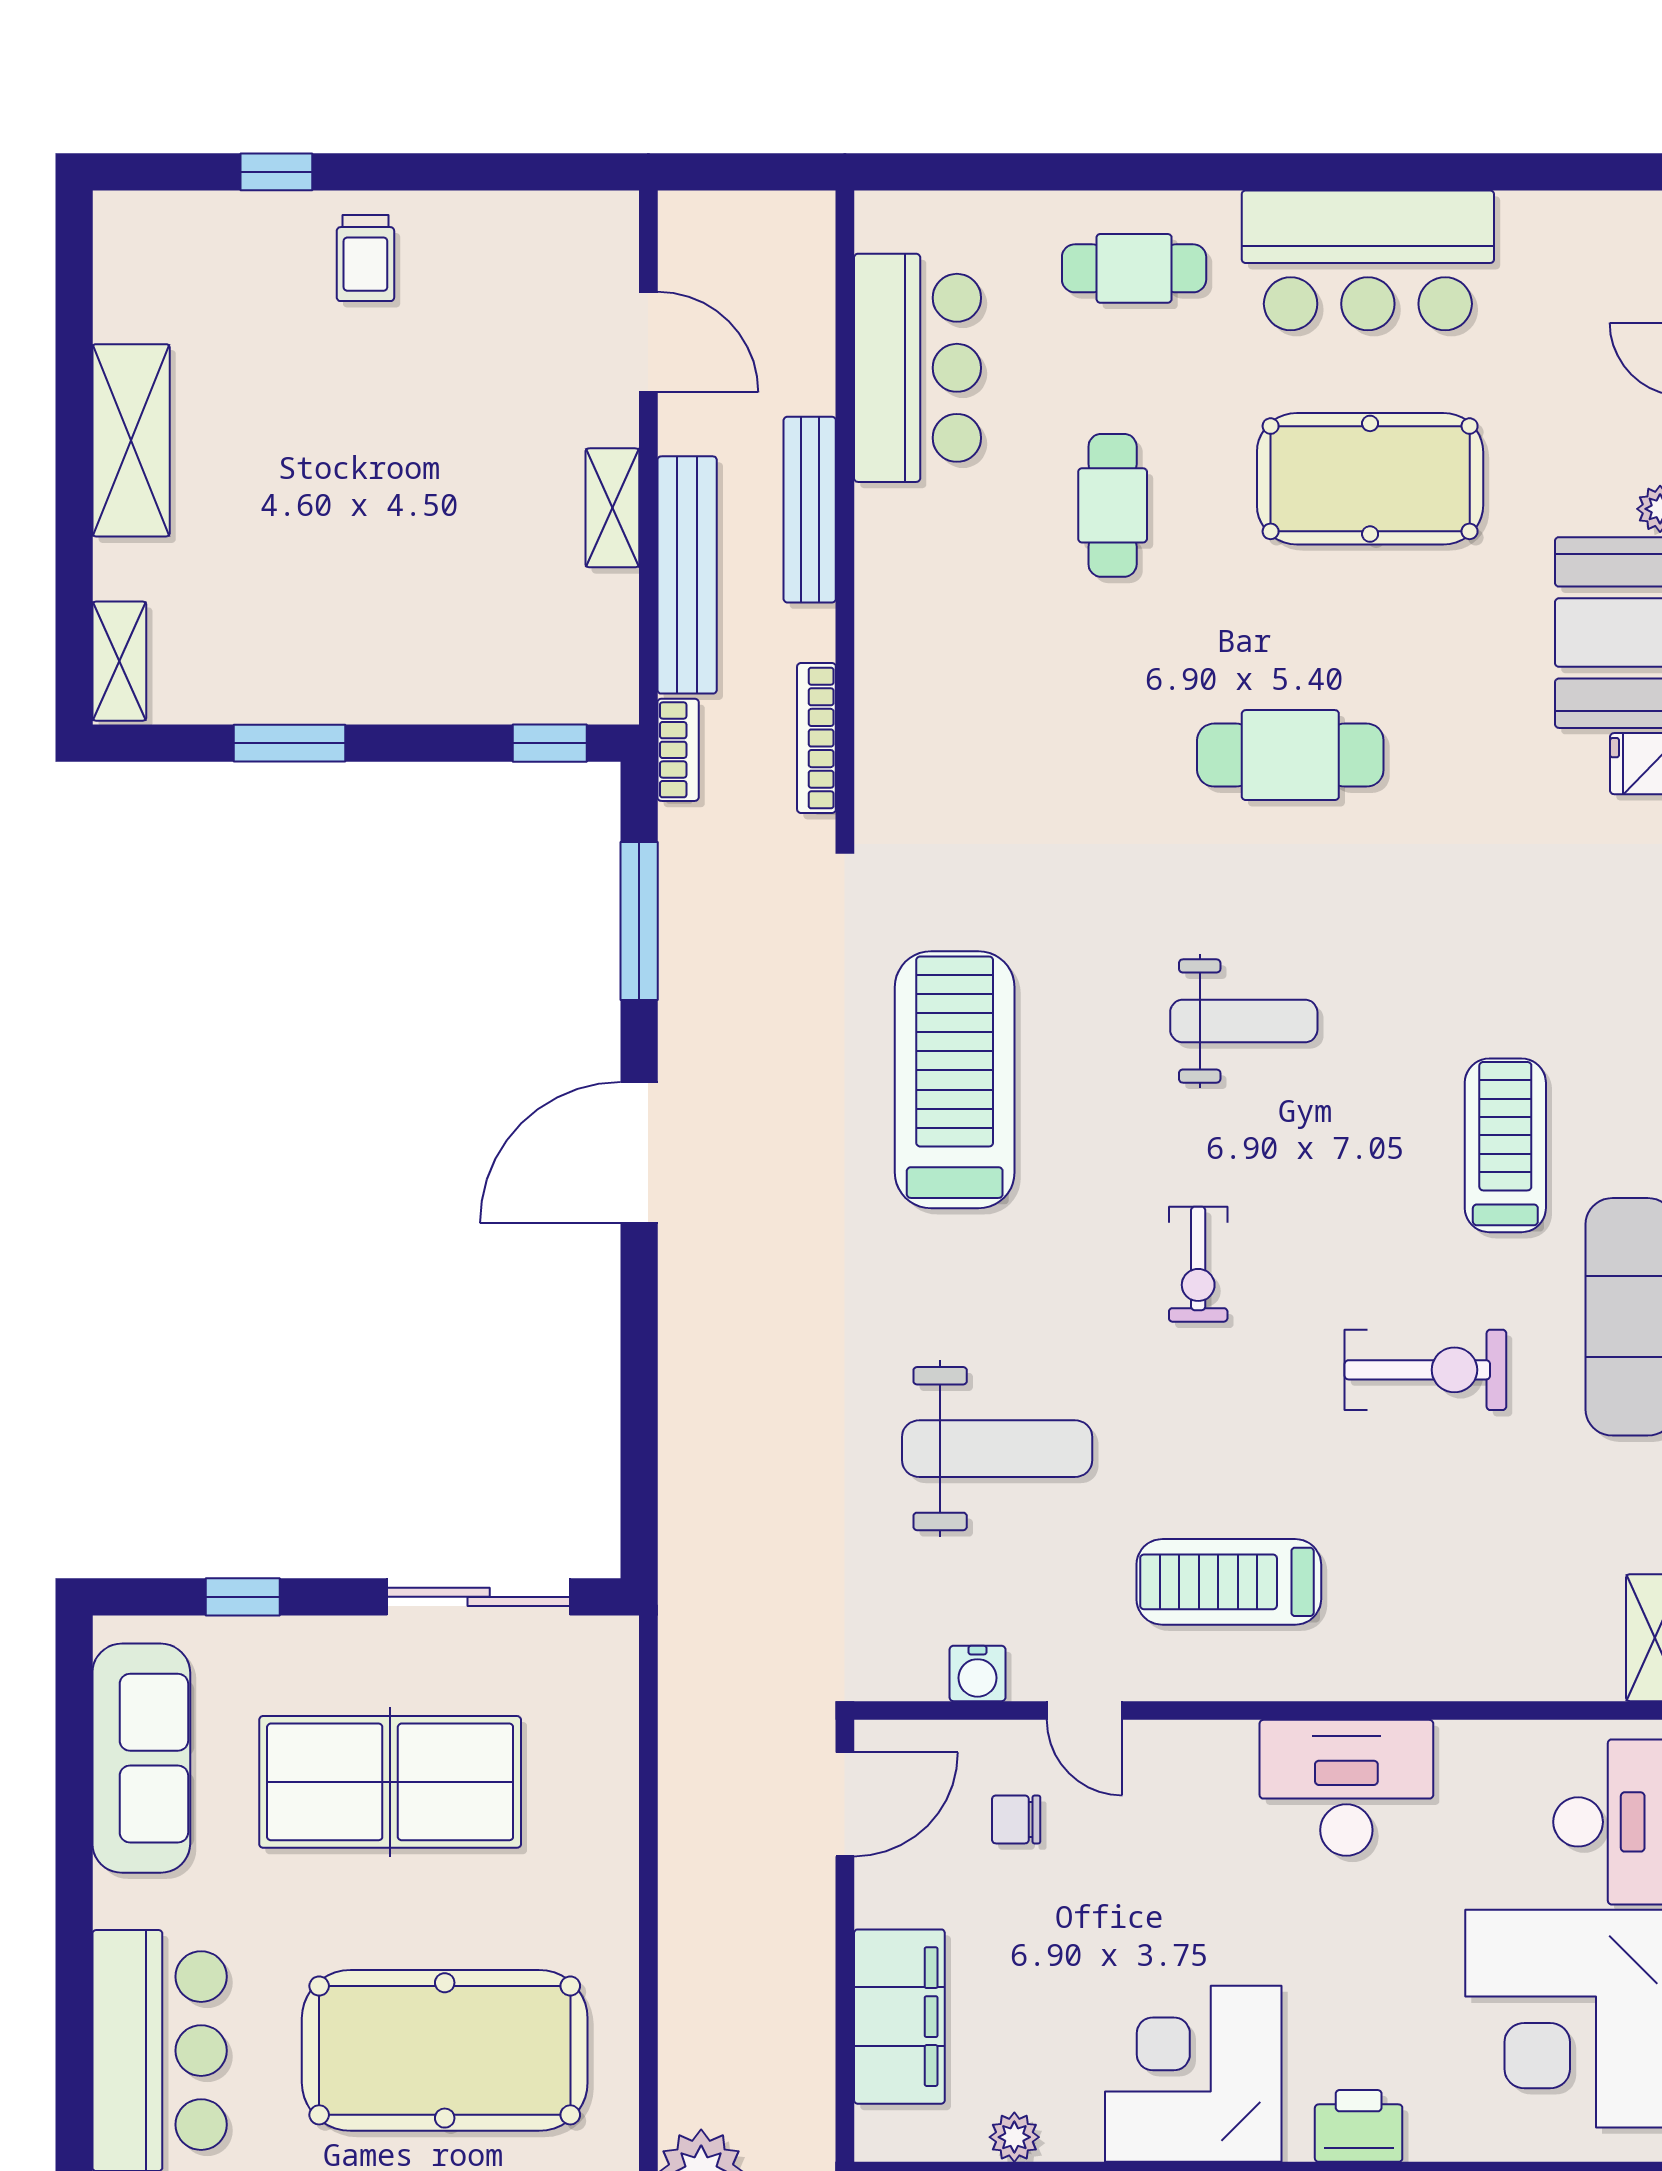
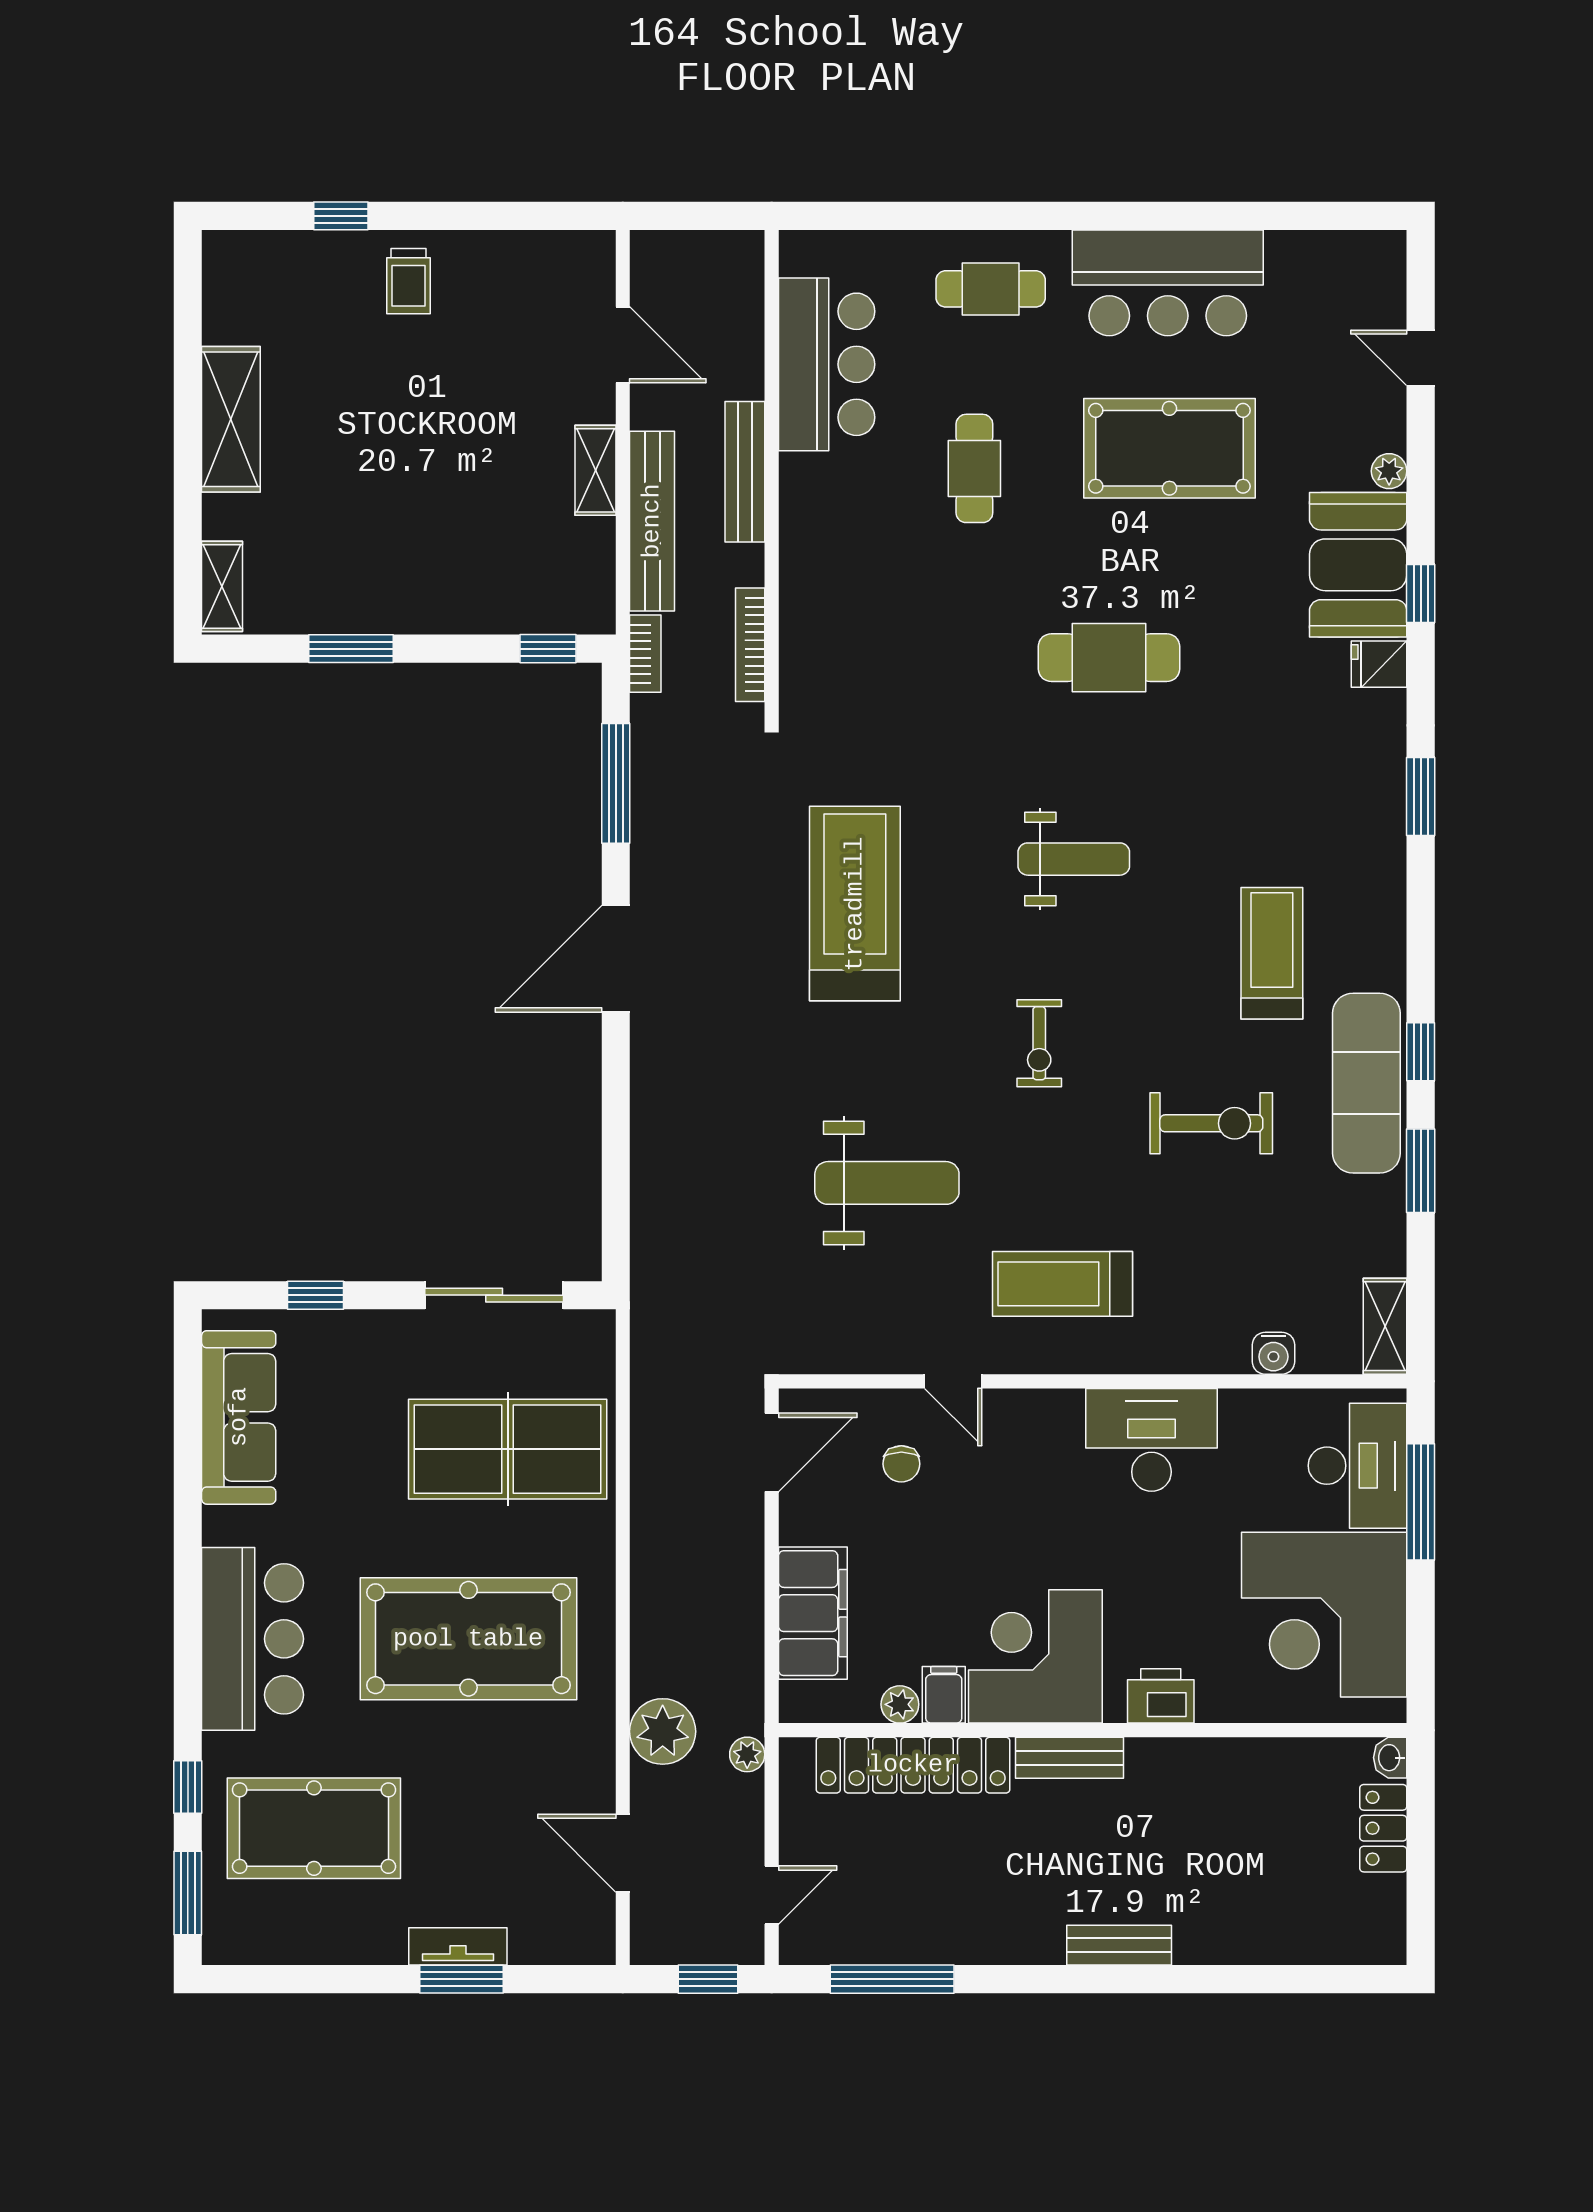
water cooler: (978, 1673) -> (1273, 1353), moved
table tennis table: (390, 1782) -> (508, 1449), moved
chair: (1016, 1819) -> (901, 1464), turned -90
filing cabinet: (1072, 2124) -> (944, 1695), added

